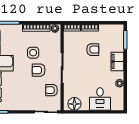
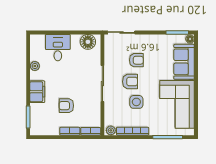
armchair: (51, 90) -> (136, 60), moved

